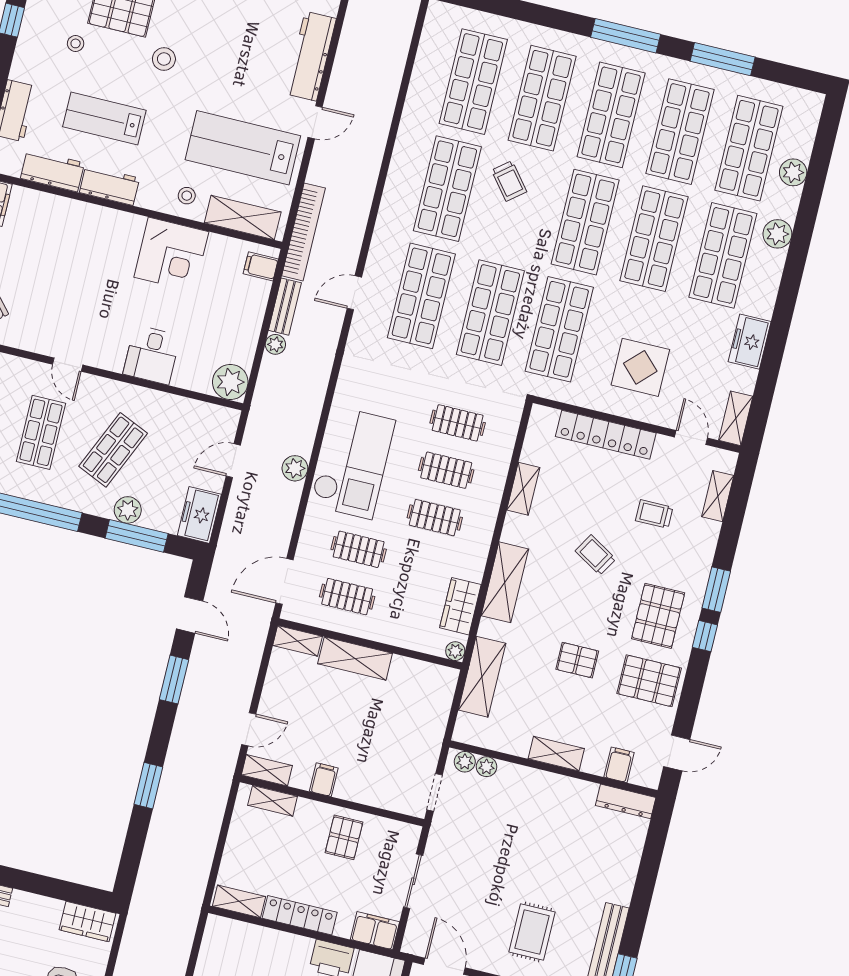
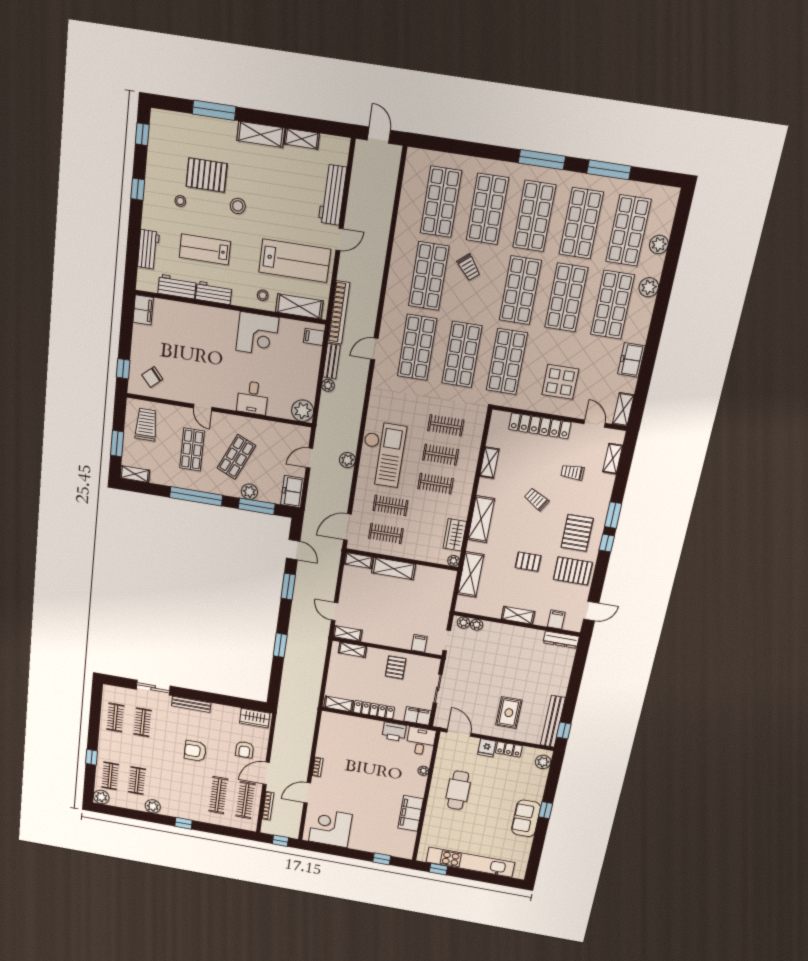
lab bench: (243, 148) -> (295, 261), turned 180
door: (249, 729) -> (335, 612), swing flipped
filing cabinet: (324, 780) -> (419, 643), moved

